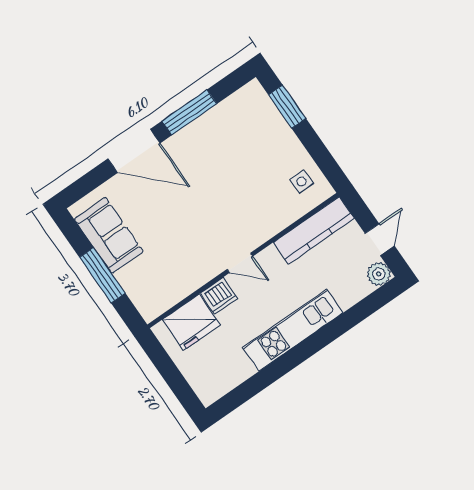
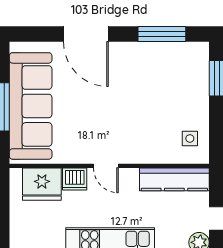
window: (189, 112) -> (162, 34), moved
sofa: (109, 235) -> (31, 106), width x1.85, depth x1.27

